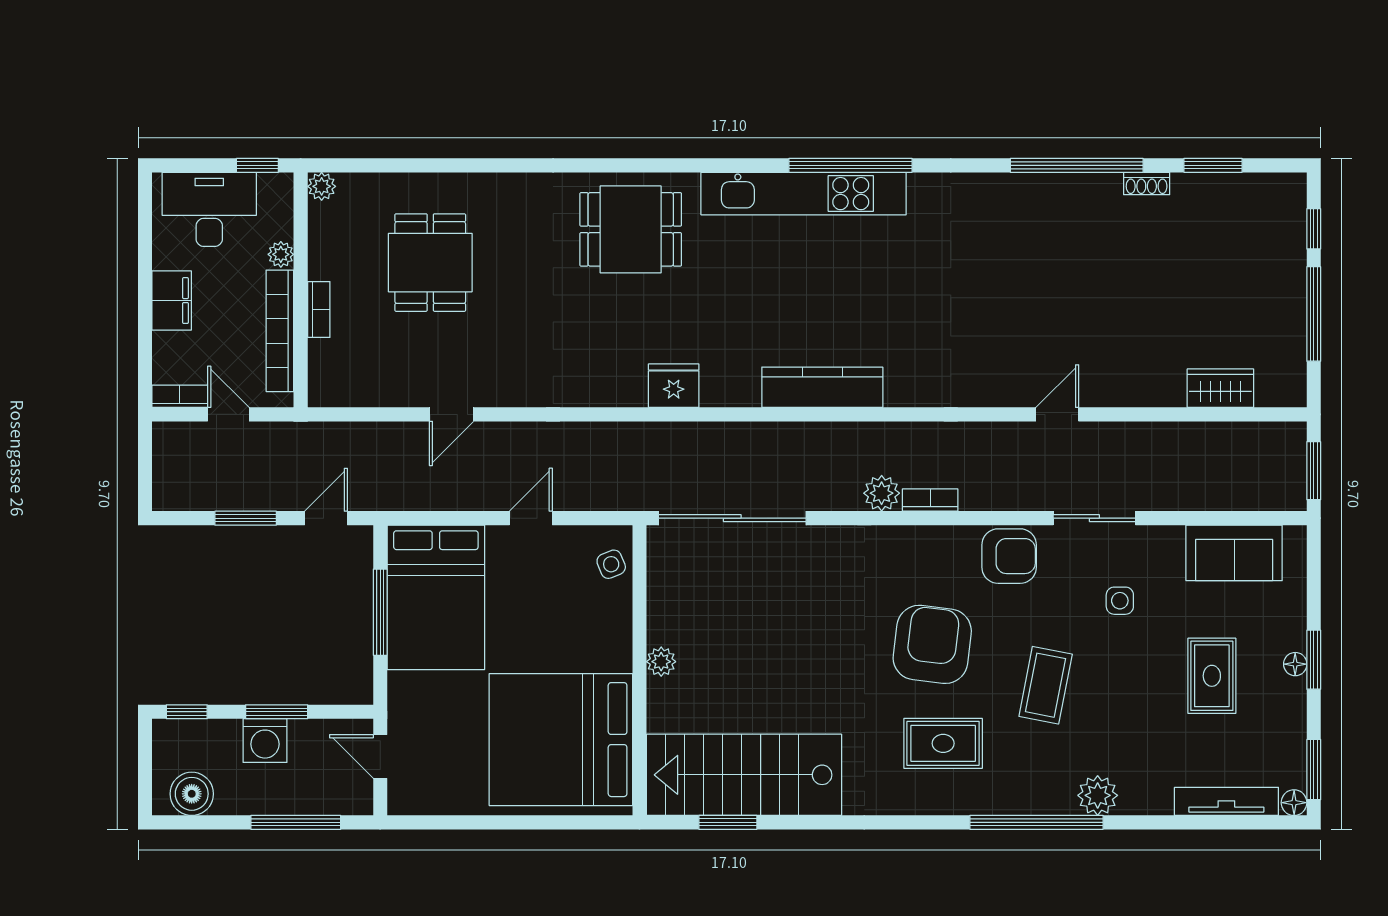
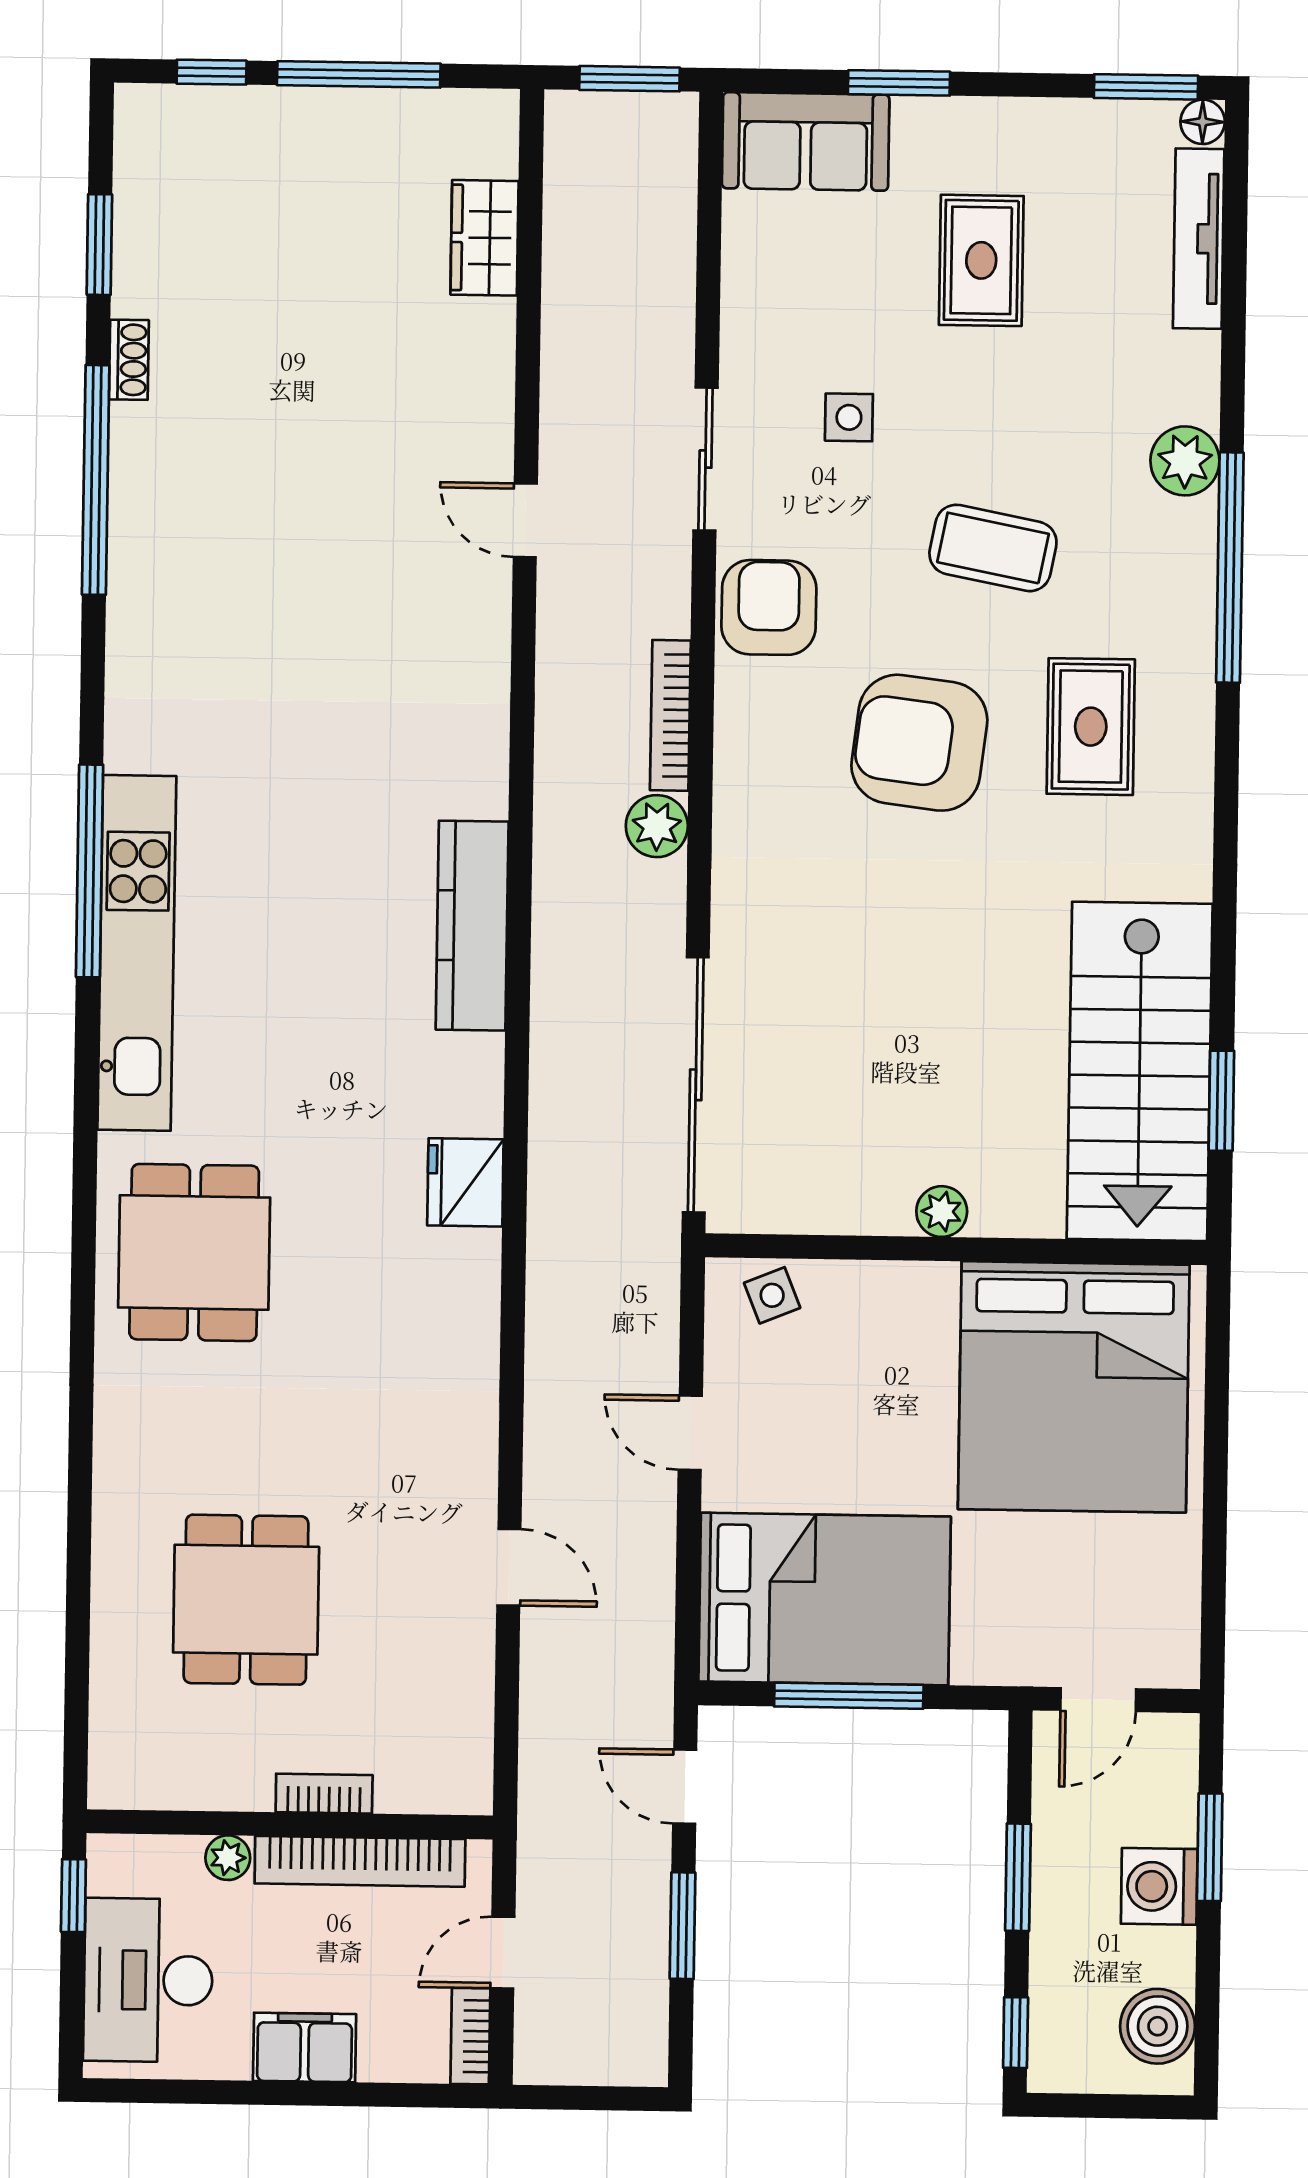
plant: (322, 186) -> (111, 1785), removed
dining table: (430, 263) -> (246, 1600), turned 90
bookcase: (930, 500) -> (670, 715), width x1.56
sofa: (1234, 553) -> (806, 141), moved, turned 90
window: (1314, 660) -> (899, 83), moved
floor lamp: (1295, 664) -> (963, 116), removed
rug: (1212, 676) -> (981, 260), turned 90
washing machine: (265, 741) -> (1159, 1886), moved, turned 180
window: (296, 822) -> (1210, 1847), width x0.69

